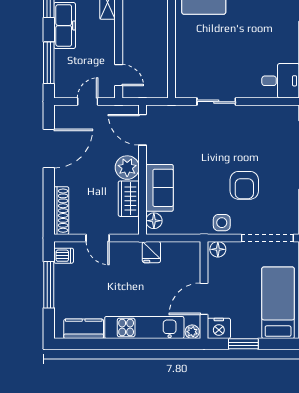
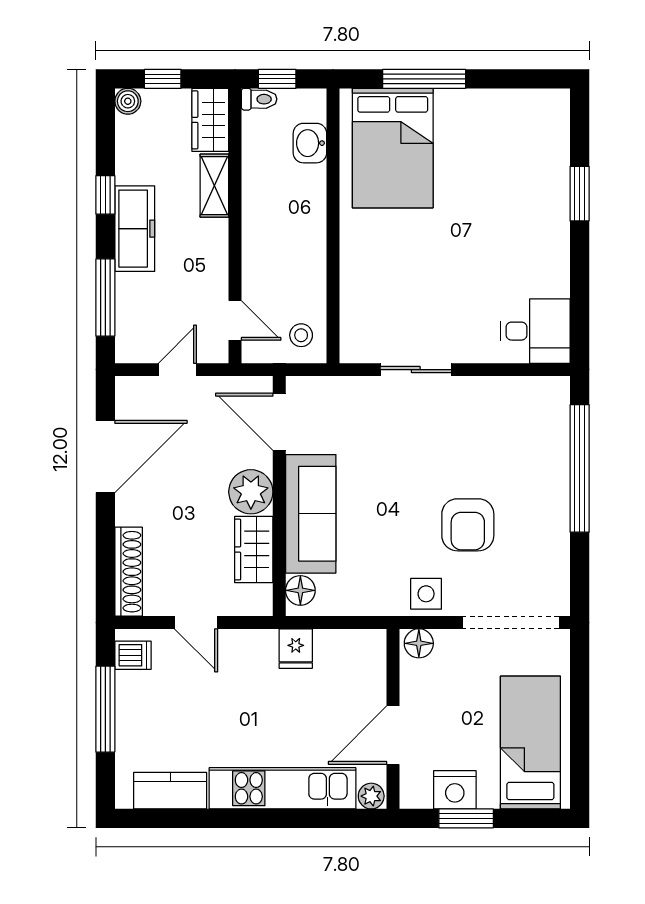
stool: (154, 83) -> (301, 335), added
sofa: (160, 188) -> (311, 514), width x1.36
nightstand: (219, 328) -> (455, 790), moved

